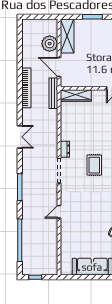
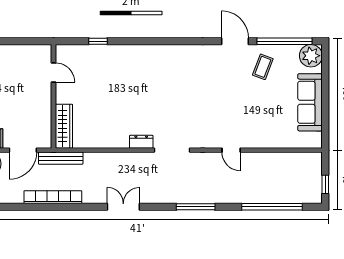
rug: (94, 165) -> (164, 99), removed

